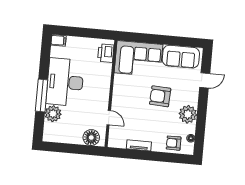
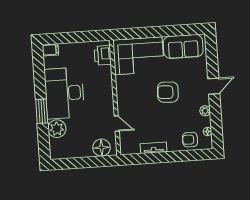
door: (205, 80) -> (214, 86), moved
window: (42, 95) -> (42, 111), width x0.69
plant: (188, 114) -> (205, 111), width x0.53, depth x0.53

